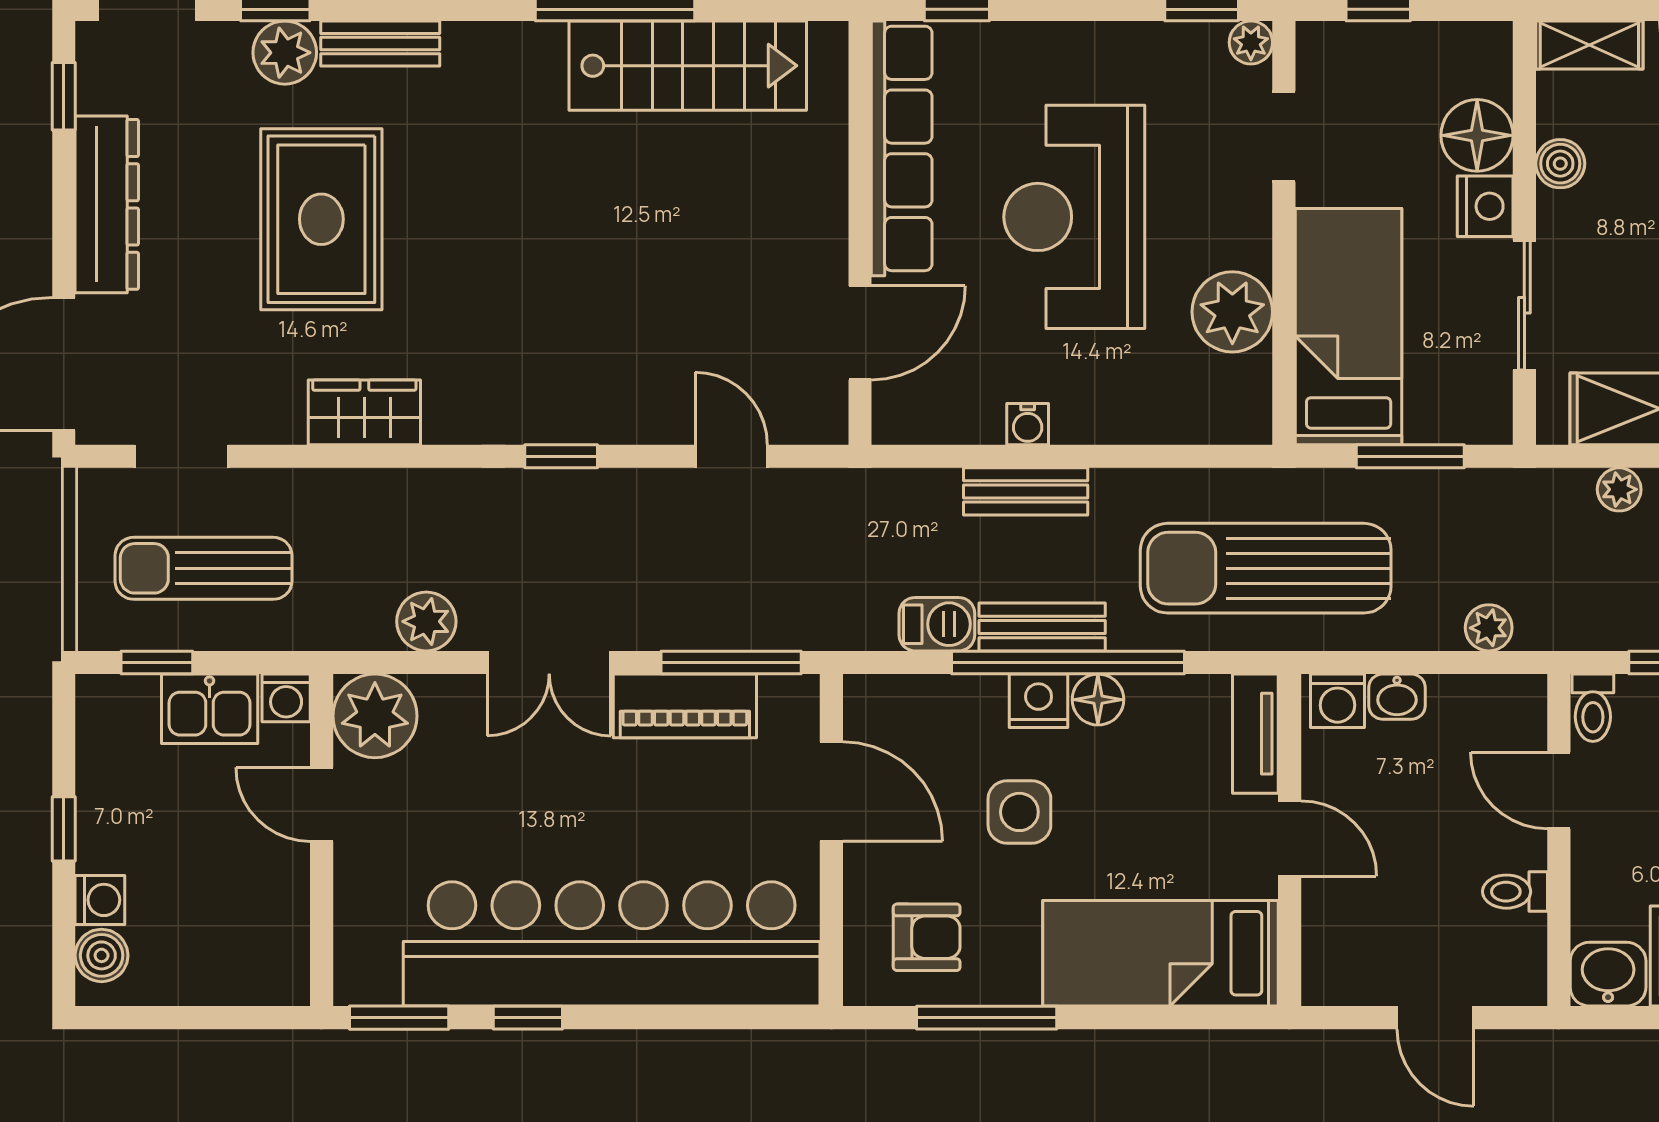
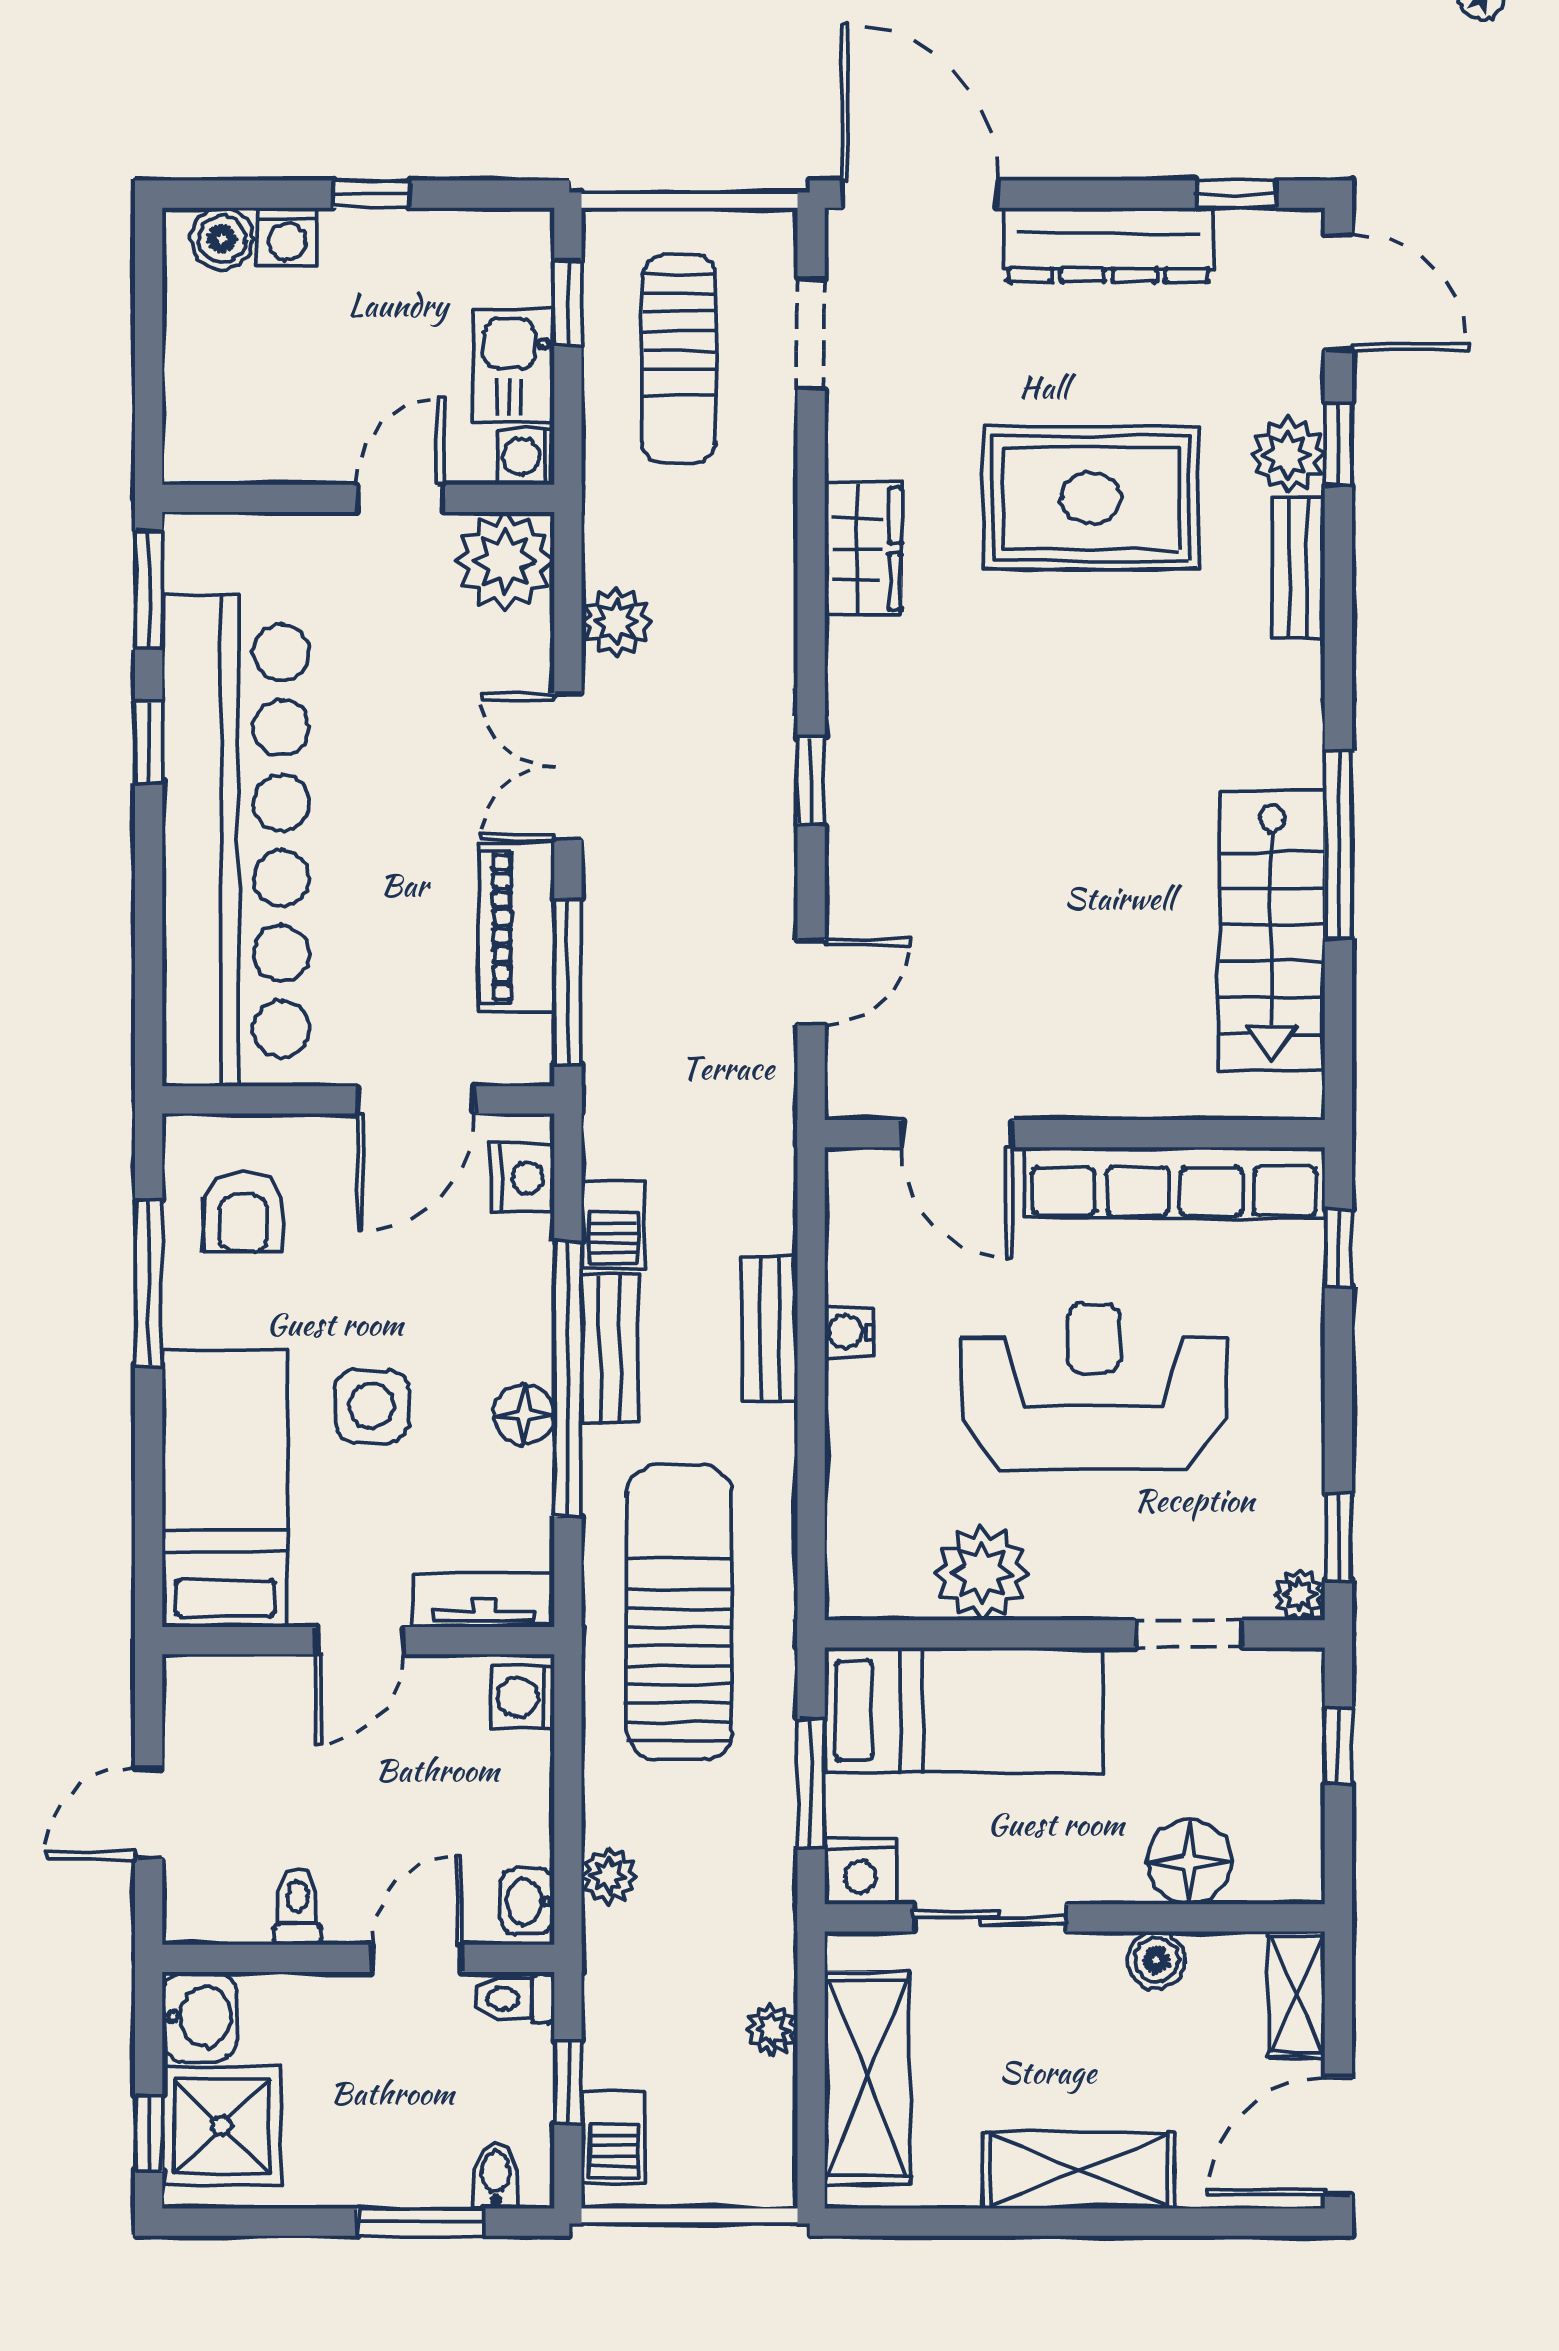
nightstand: (1485, 206) -> (860, 1871), moved
sun lounger: (204, 568) -> (679, 359), turned 180
washbasin: (1397, 697) -> (528, 1901), moved
nightstand: (1039, 701) -> (523, 1178), moved
side table: (1019, 812) -> (372, 1406), moved

